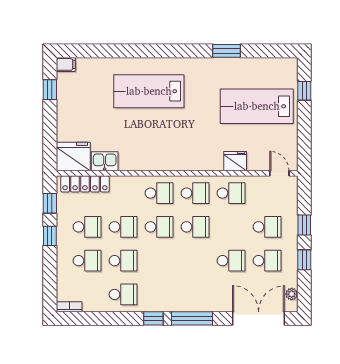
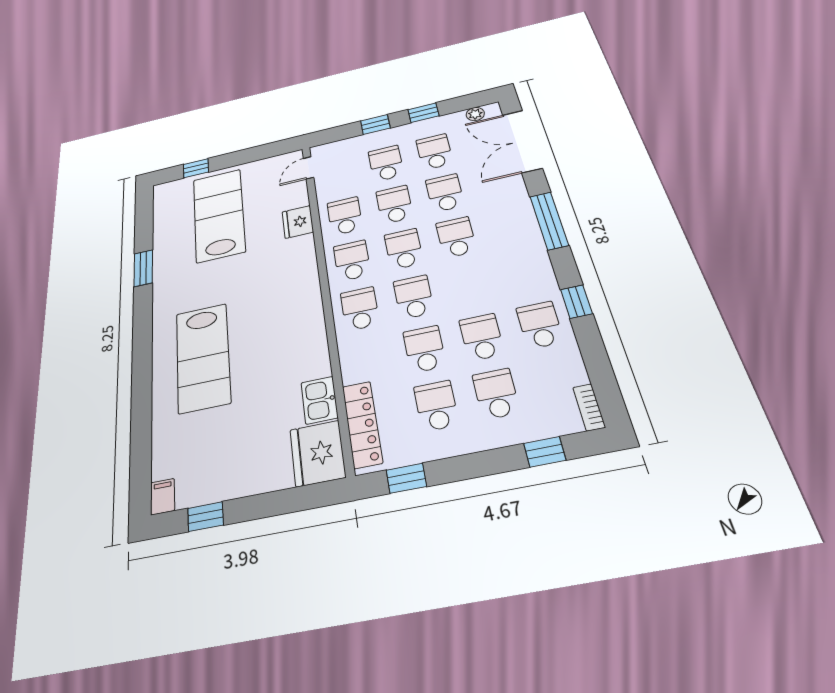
lab bench: (257, 106) -> (219, 215), turned 180
school desk: (231, 227) -> (395, 205), added
window: (50, 236) -> (545, 452), moved
school desk: (195, 261) -> (456, 237), added
window: (153, 318) -> (576, 302), moved

